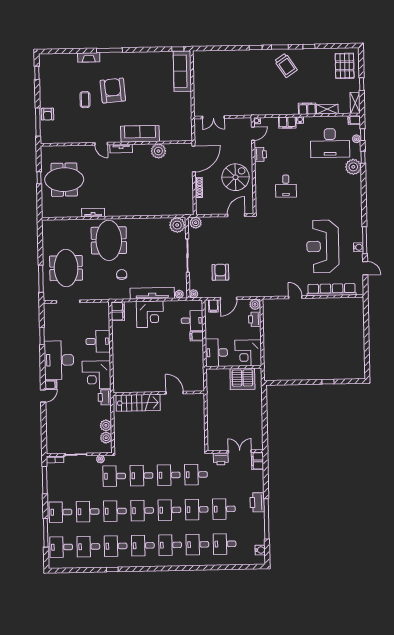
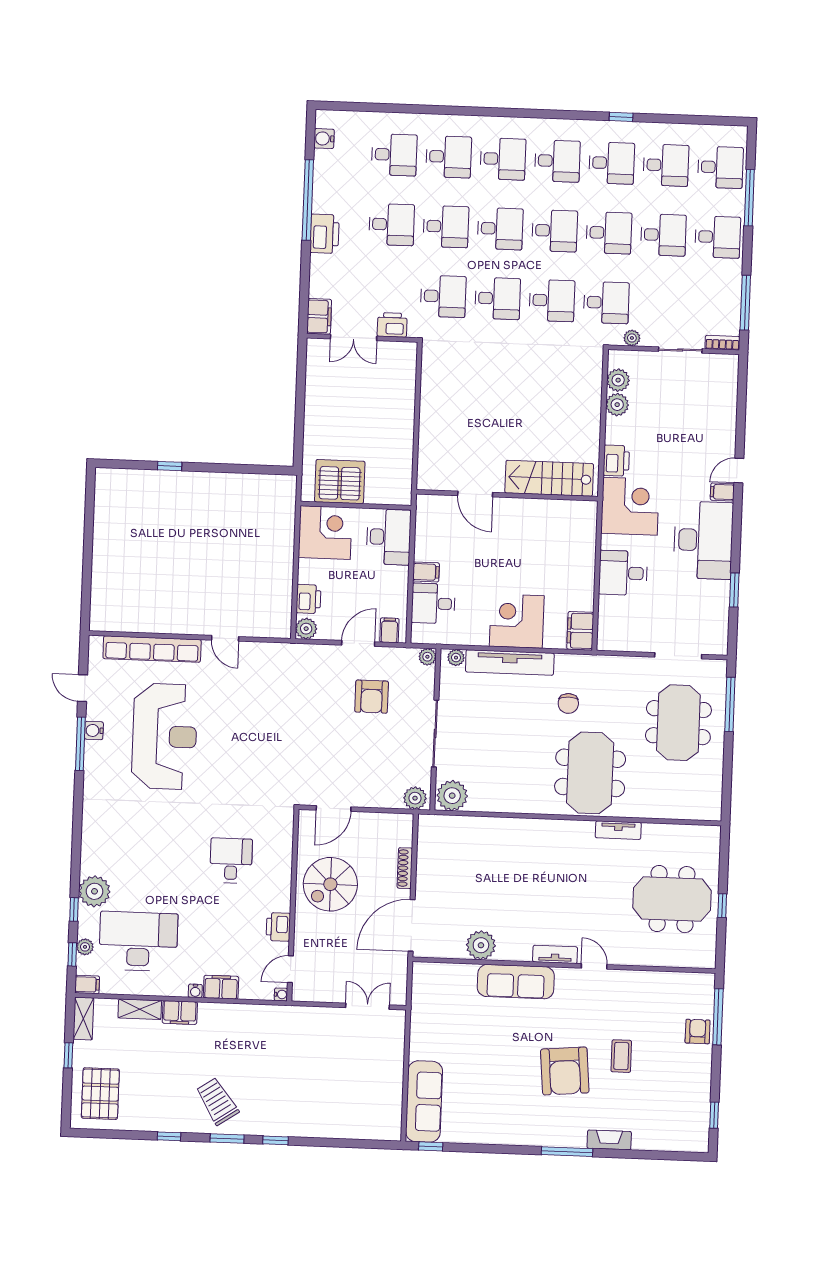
wall: (159, 393) -> (507, 495), moved
door: (175, 393) -> (475, 494), moved
stairs: (138, 403) -> (549, 478), moved

